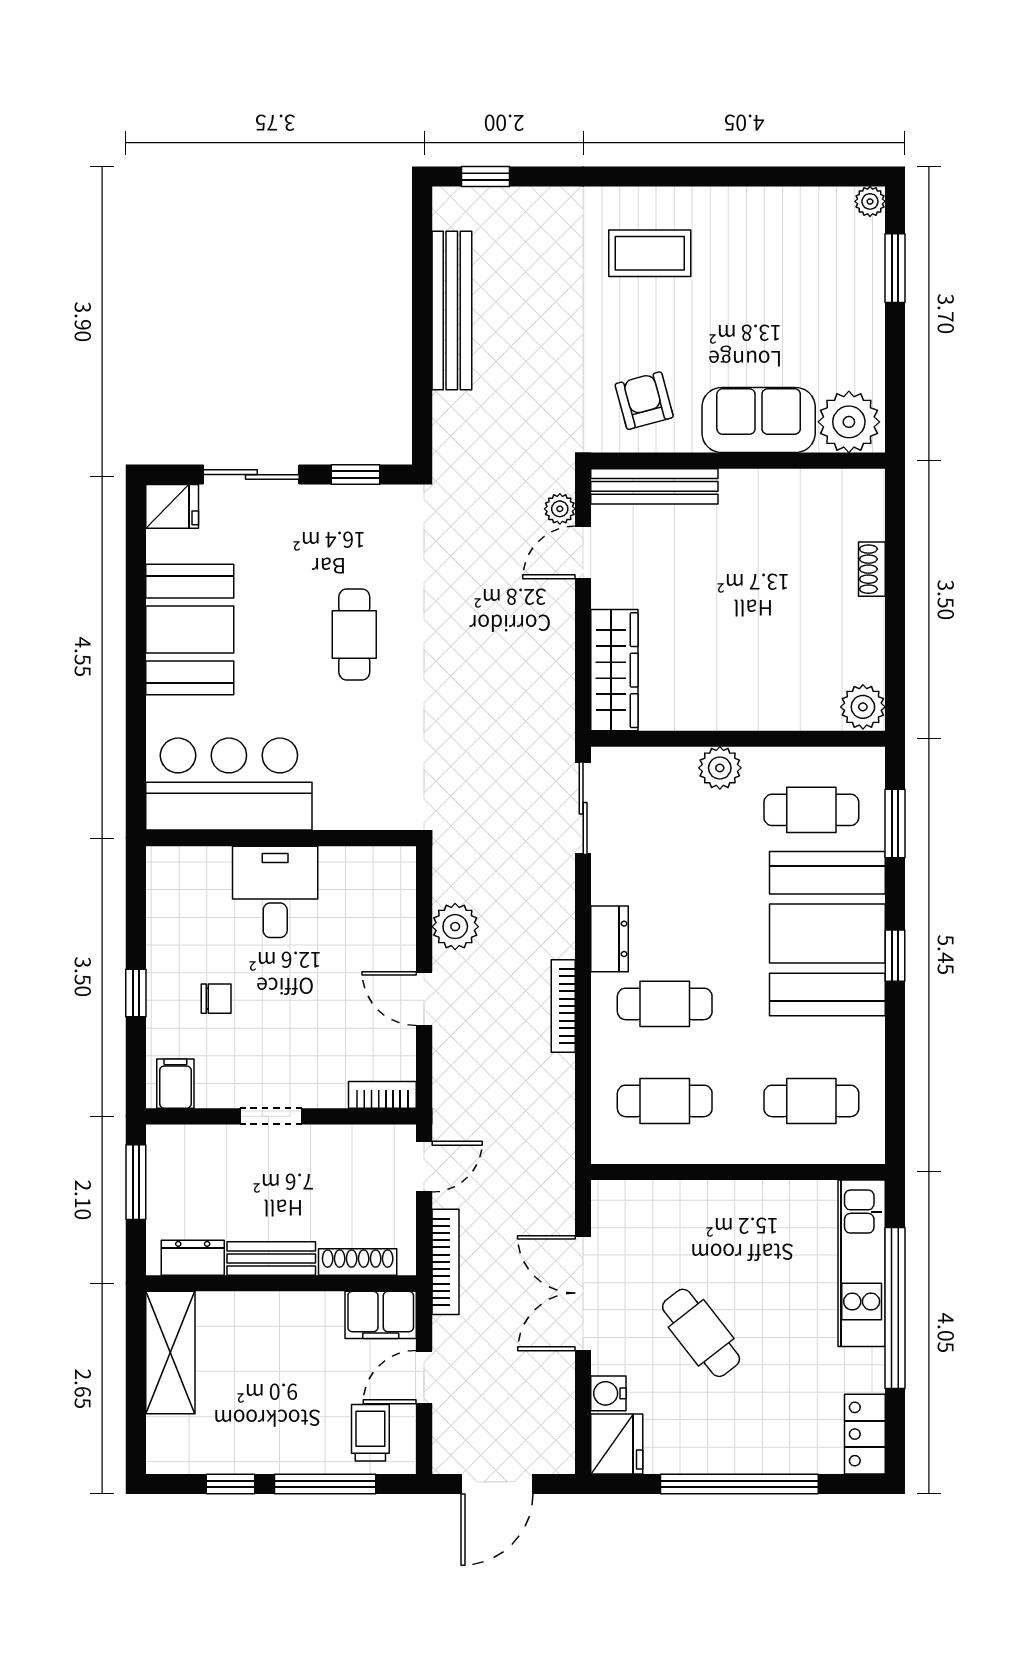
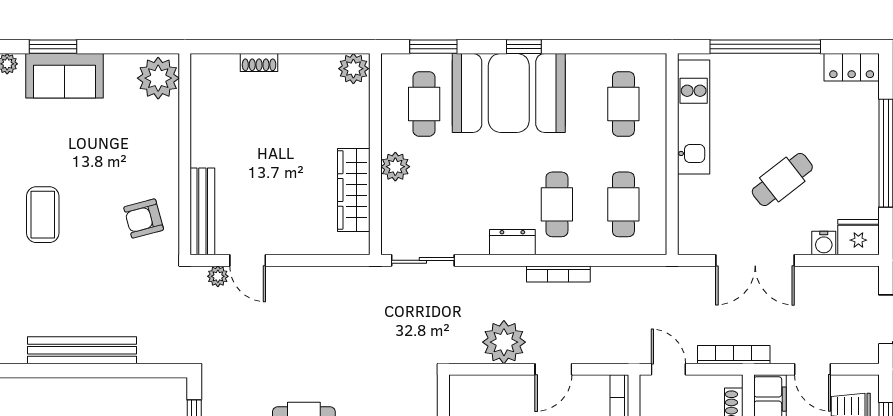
sofa: (759, 420) -> (64, 76), moved, turned -90
wardrobe: (614, 670) -> (354, 190), moved, turned -90
plant: (455, 927) -> (504, 342), width x1.36, depth x1.36
kitchen unit: (862, 1263) -> (694, 117), moved, turned -90

